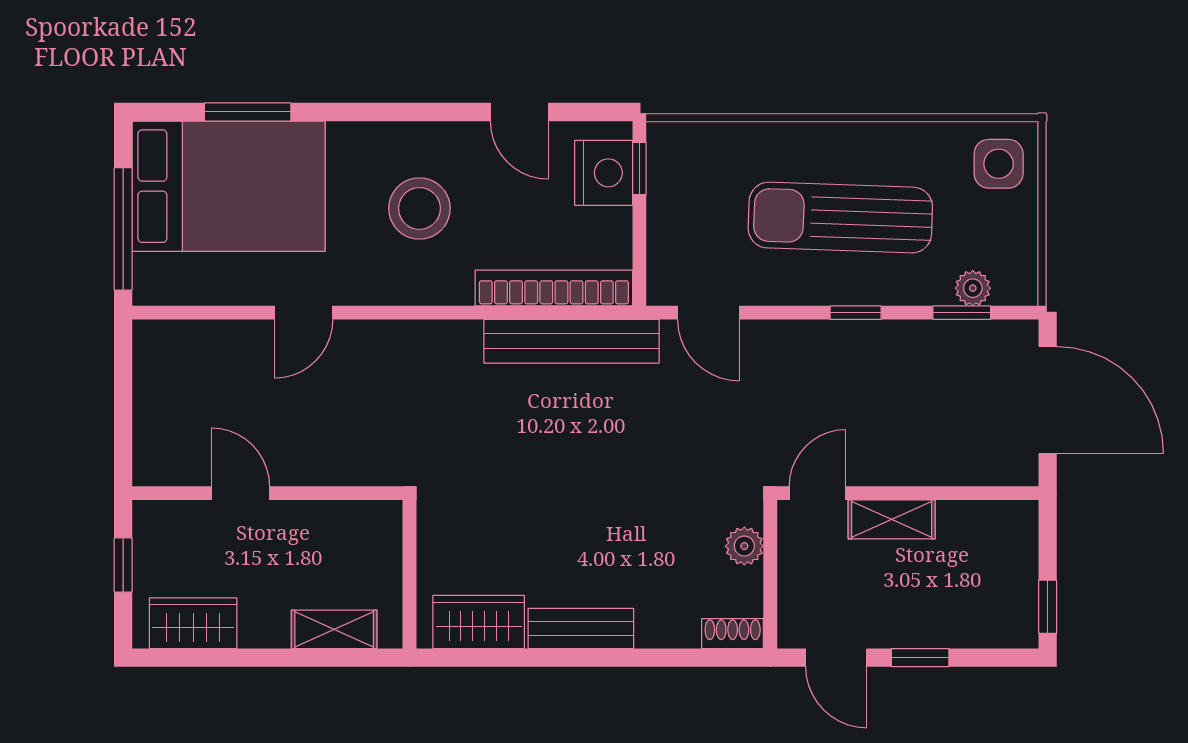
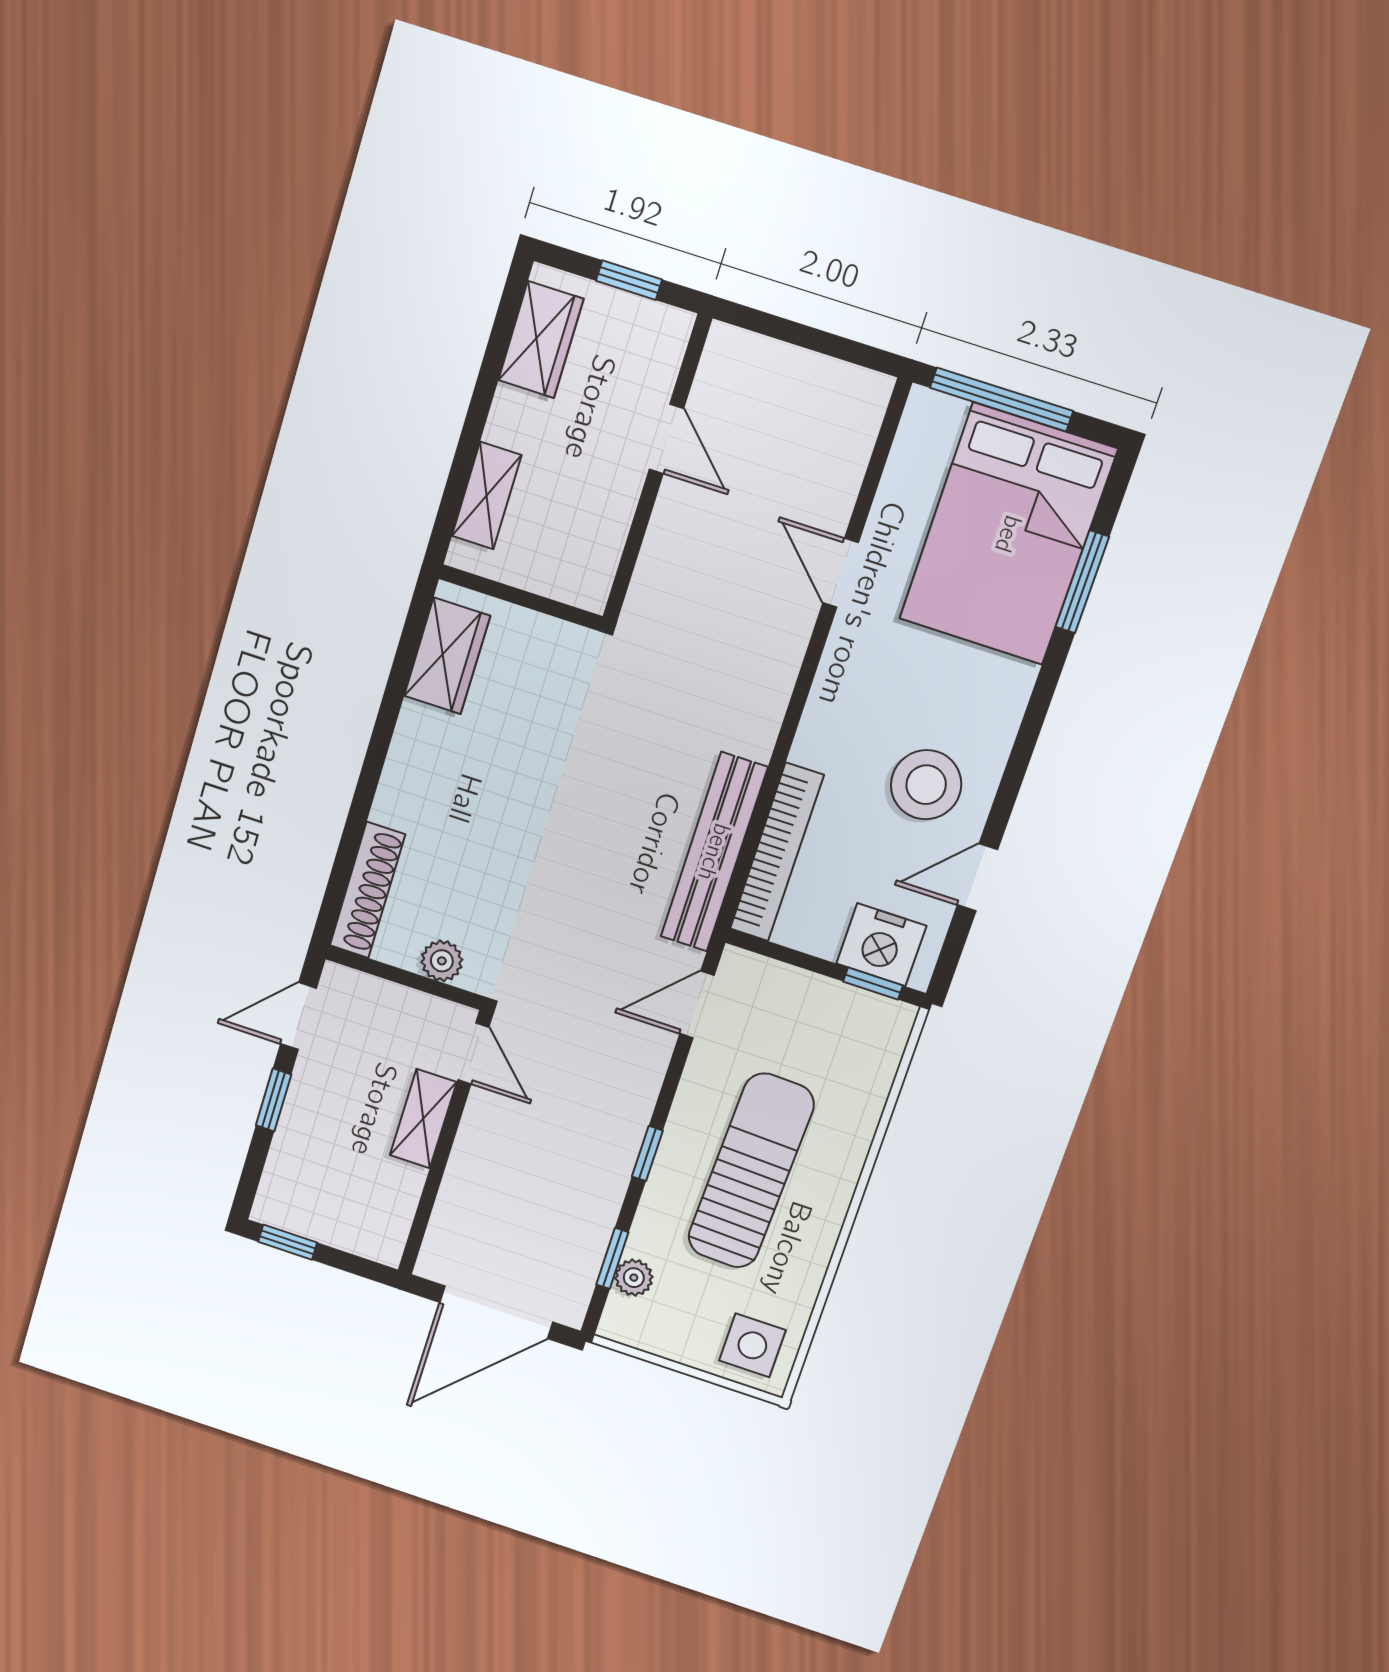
stool: (419, 208) -> (926, 785), moved
door: (240, 493) -> (667, 439), hinge flipped
bench: (581, 628) -> (407, 763), removed
shoe rack: (733, 634) -> (367, 890), width x1.94, depth x1.24

